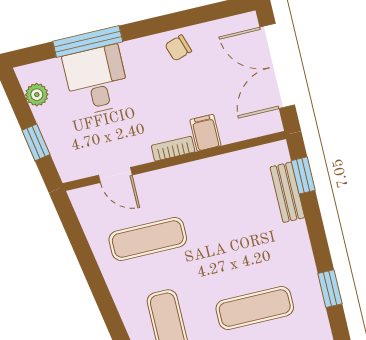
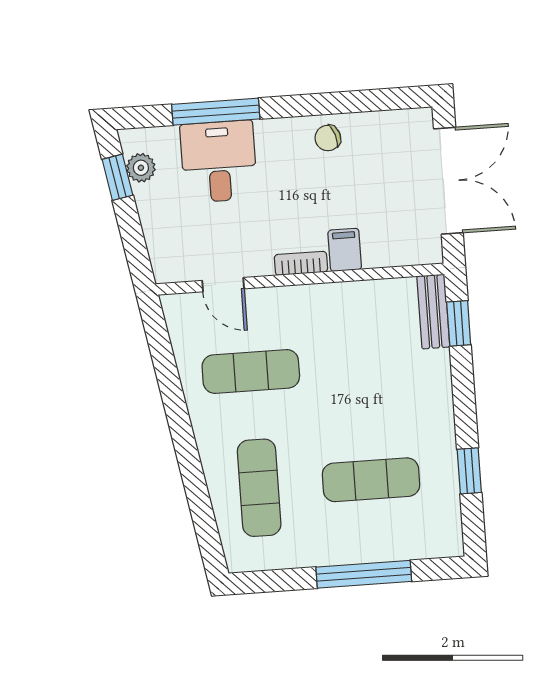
double door: (277, 66) -> (448, 181), swing flipped
window: (36, 142) -> (117, 177), moved
bench: (287, 192) -> (433, 312), moved

